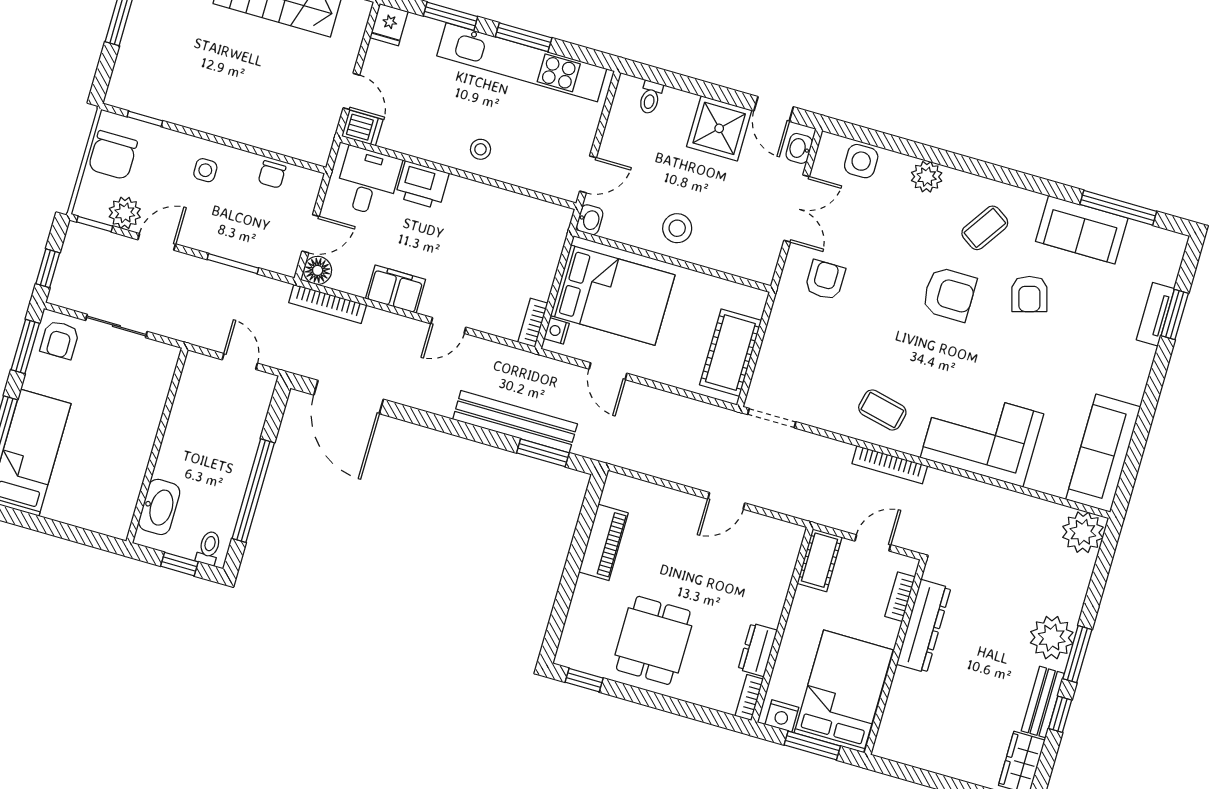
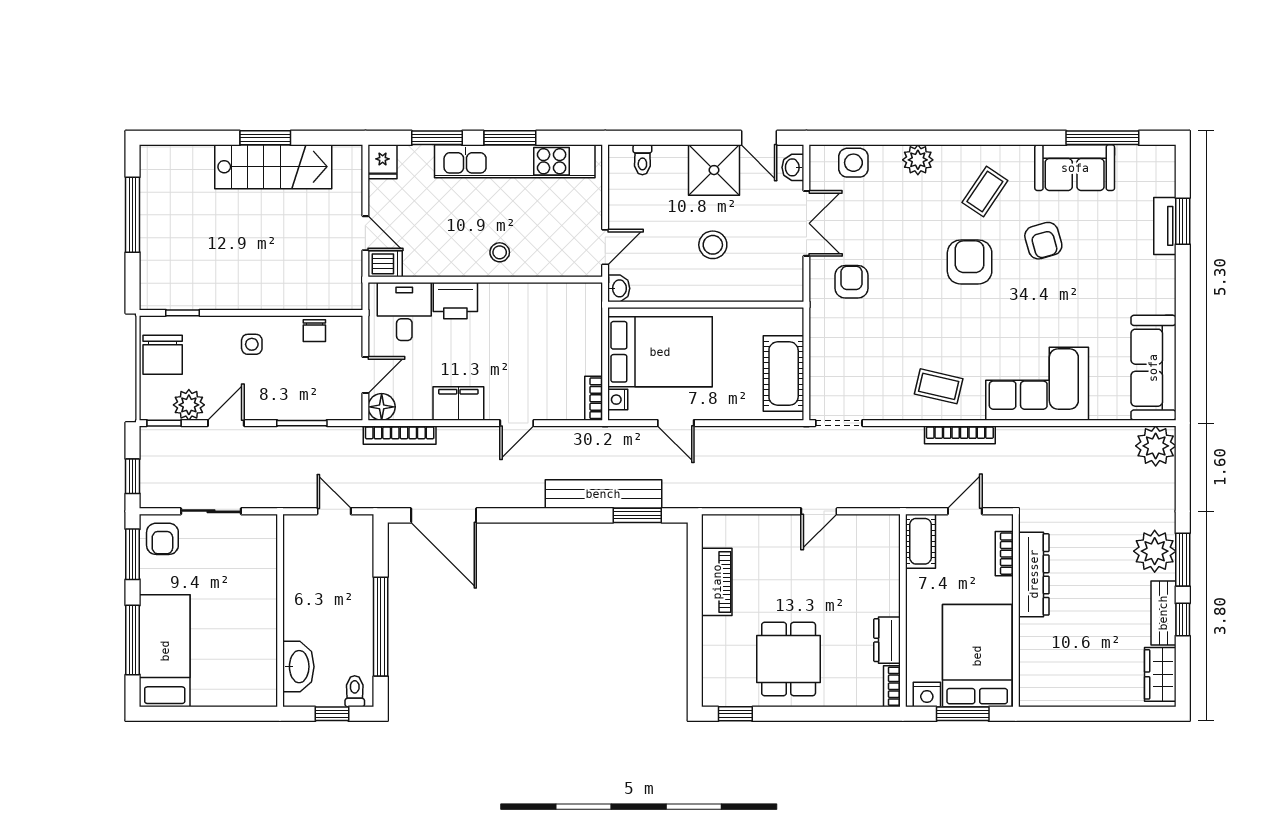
stool: (677, 228) -> (713, 245), moved
armchair: (949, 294) -> (970, 262), turned -90

